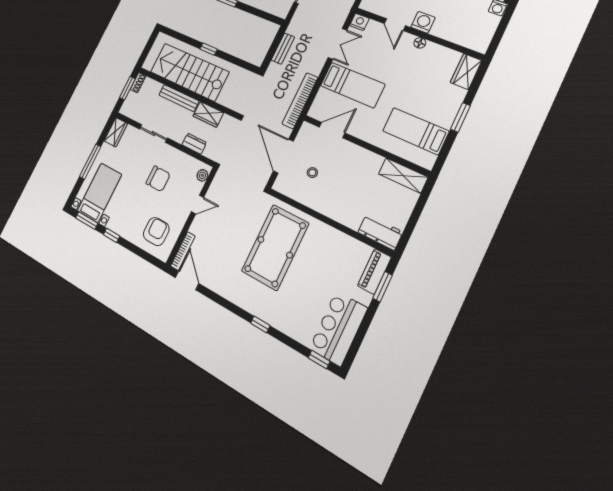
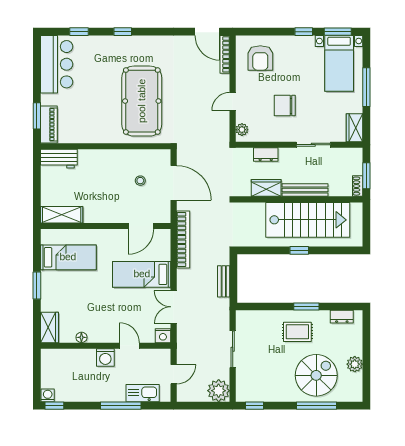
floor lamp: (420, 43) -> (81, 337), moved
window: (319, 360) -> (79, 32), moved

